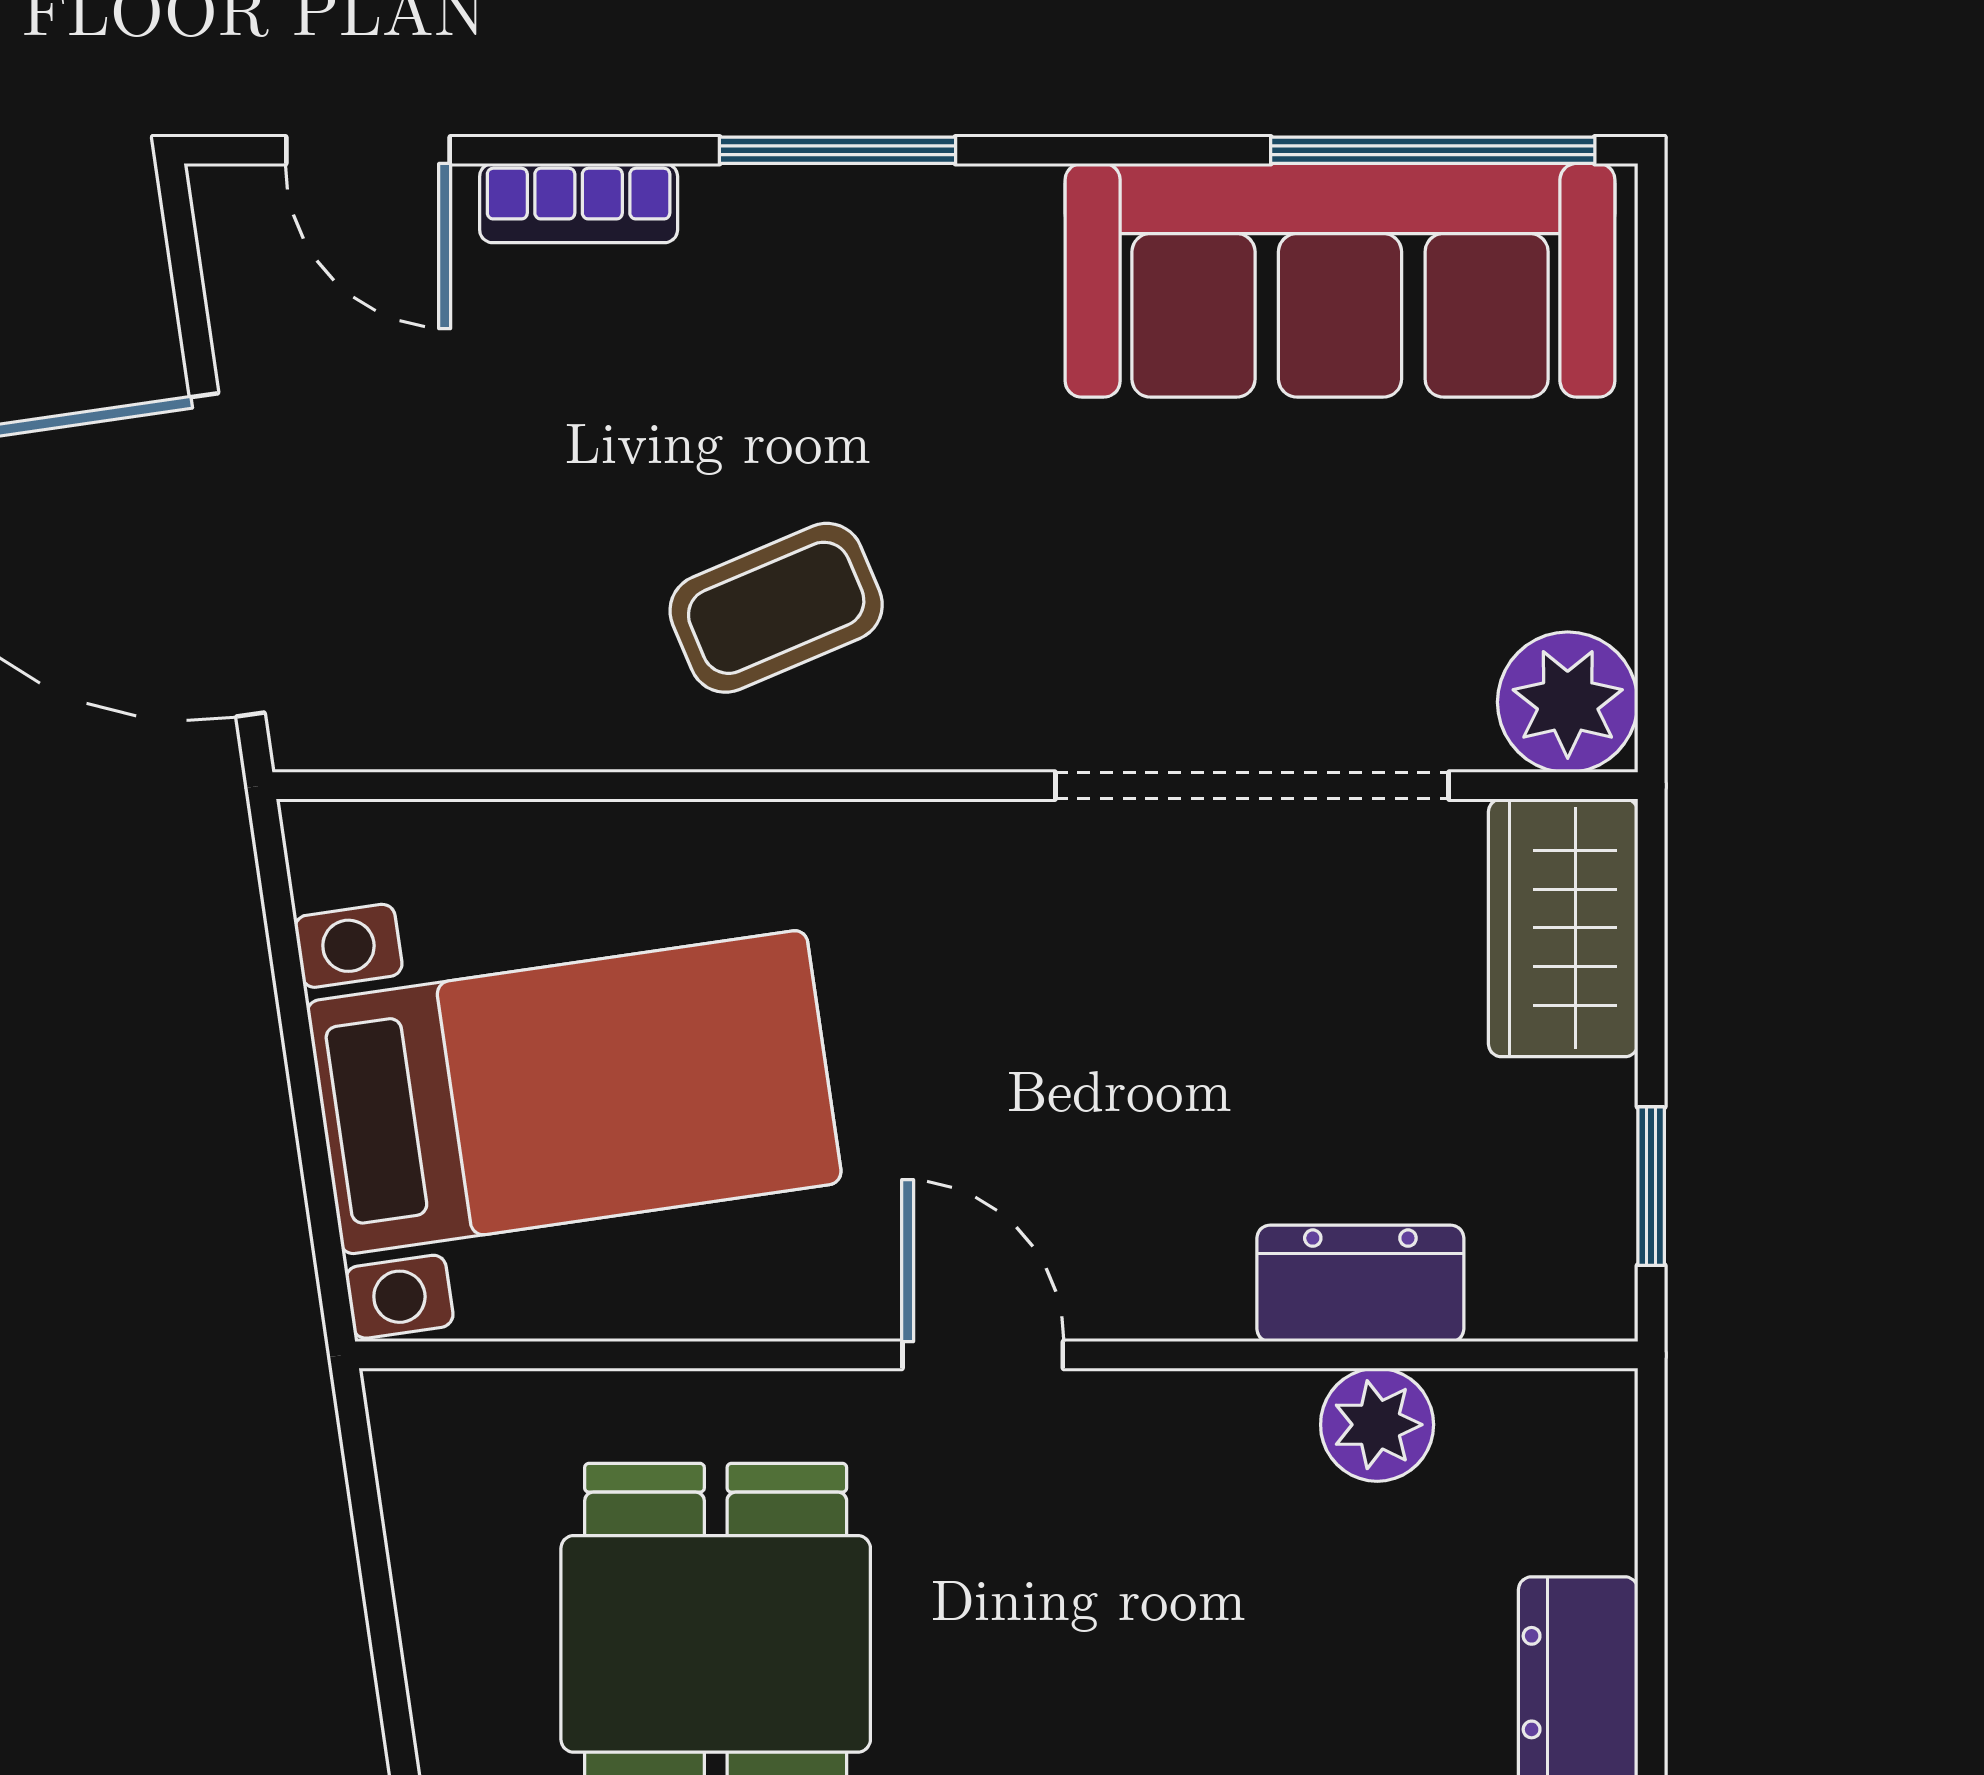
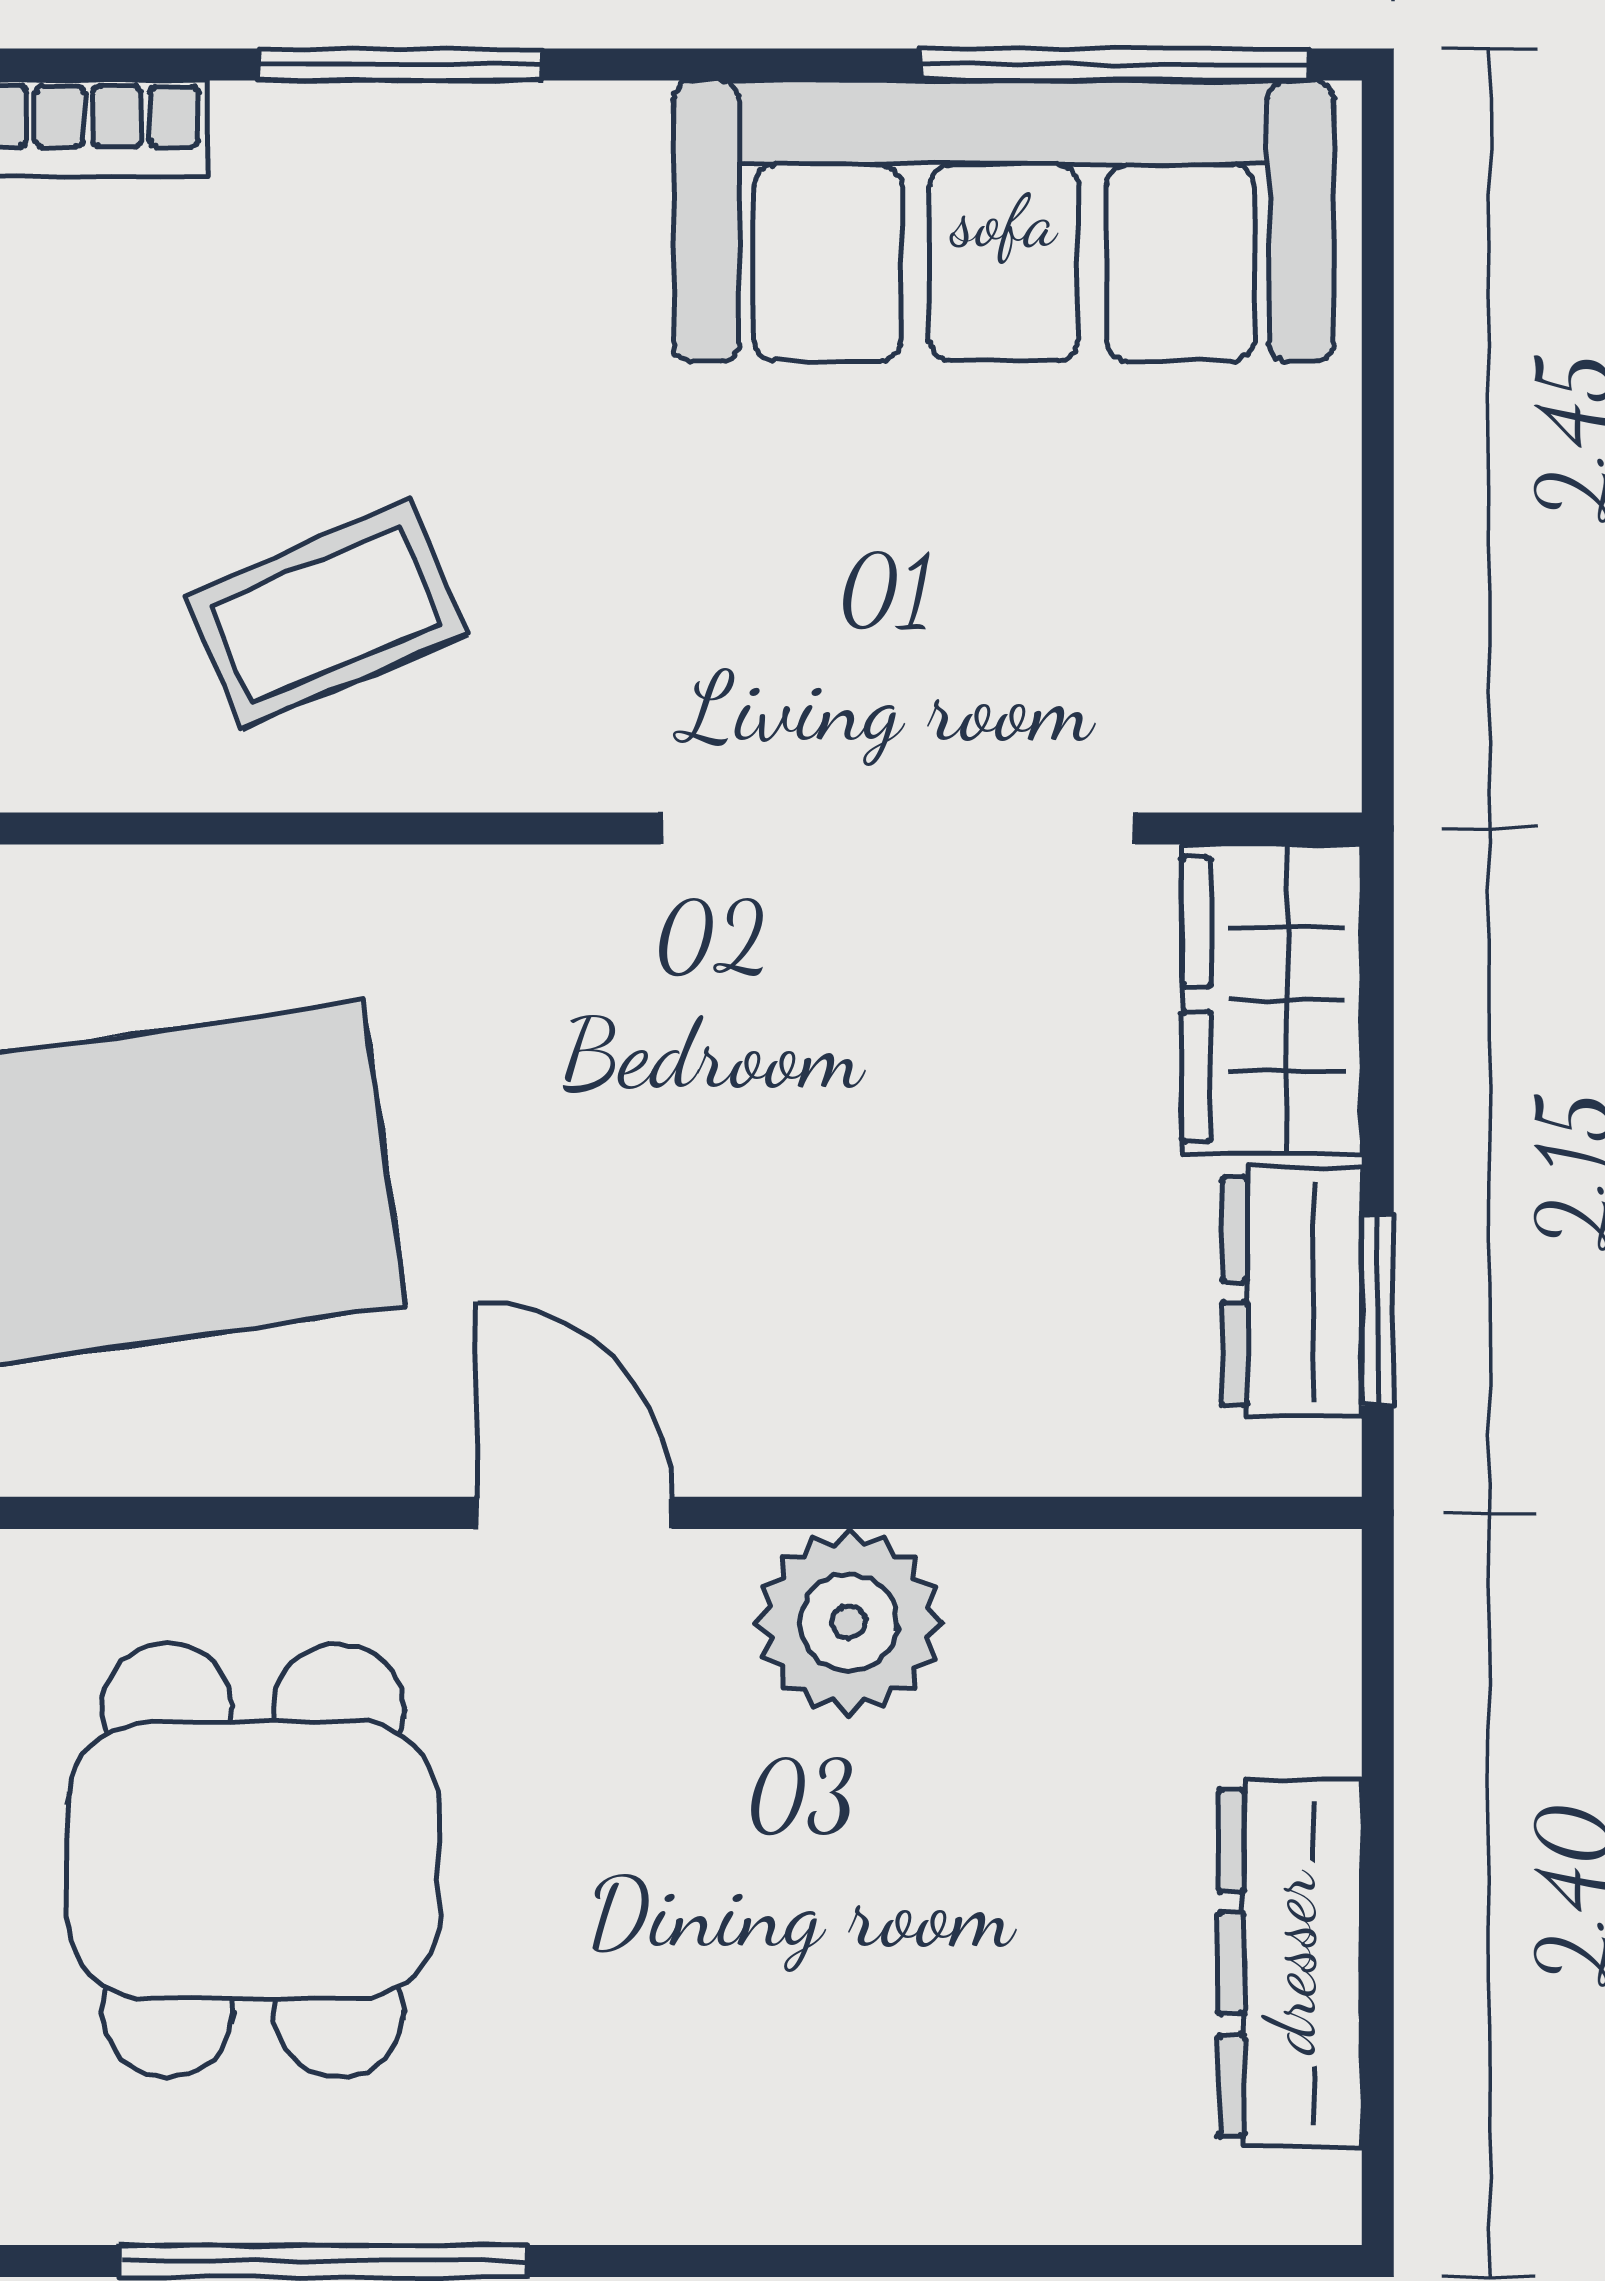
plant: (1568, 702) -> (1277, 728), removed
dresser: (1360, 1283) -> (1292, 1292), moved, turned -90
plant: (1377, 1425) -> (849, 1622), moved, width x1.38, depth x1.38

